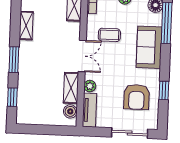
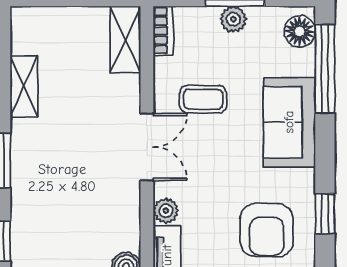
shelving: (71, 88) -> (125, 216), removed

